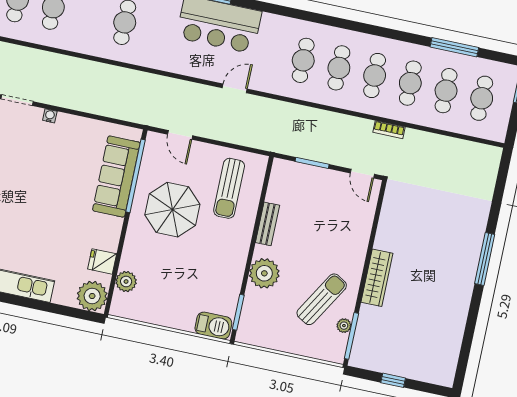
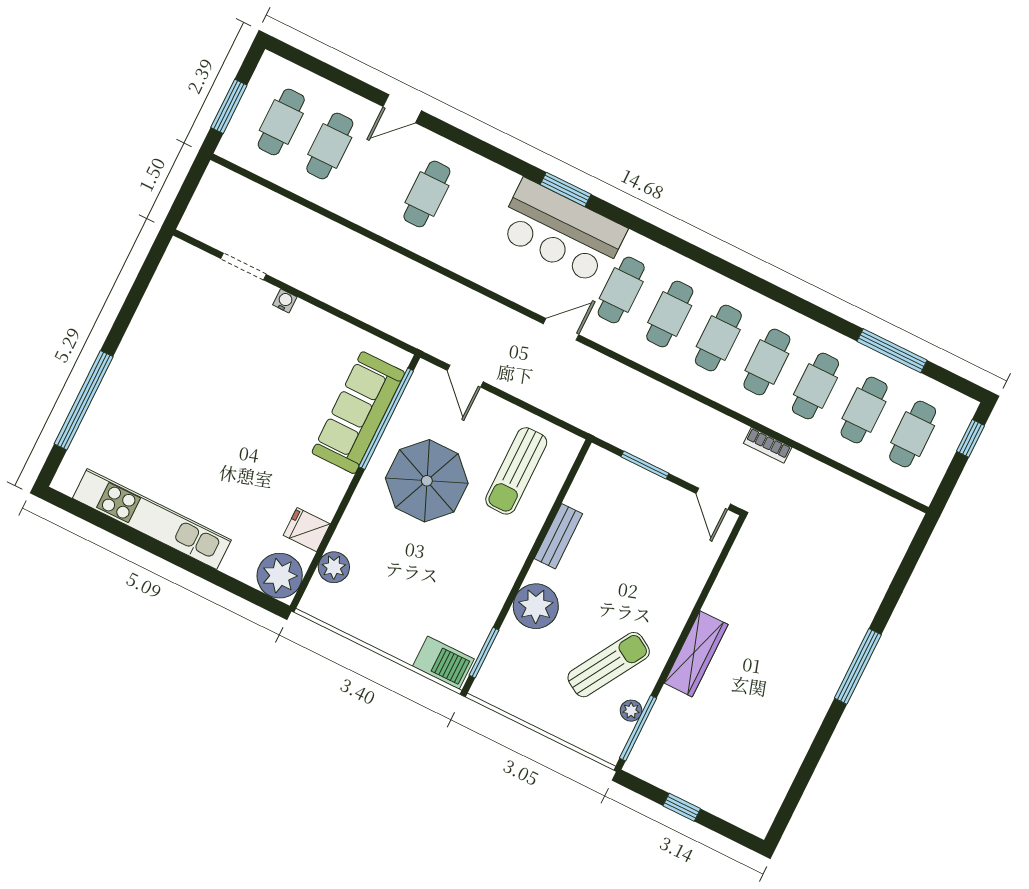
cafe table: (268, 53) -> (621, 290), added

